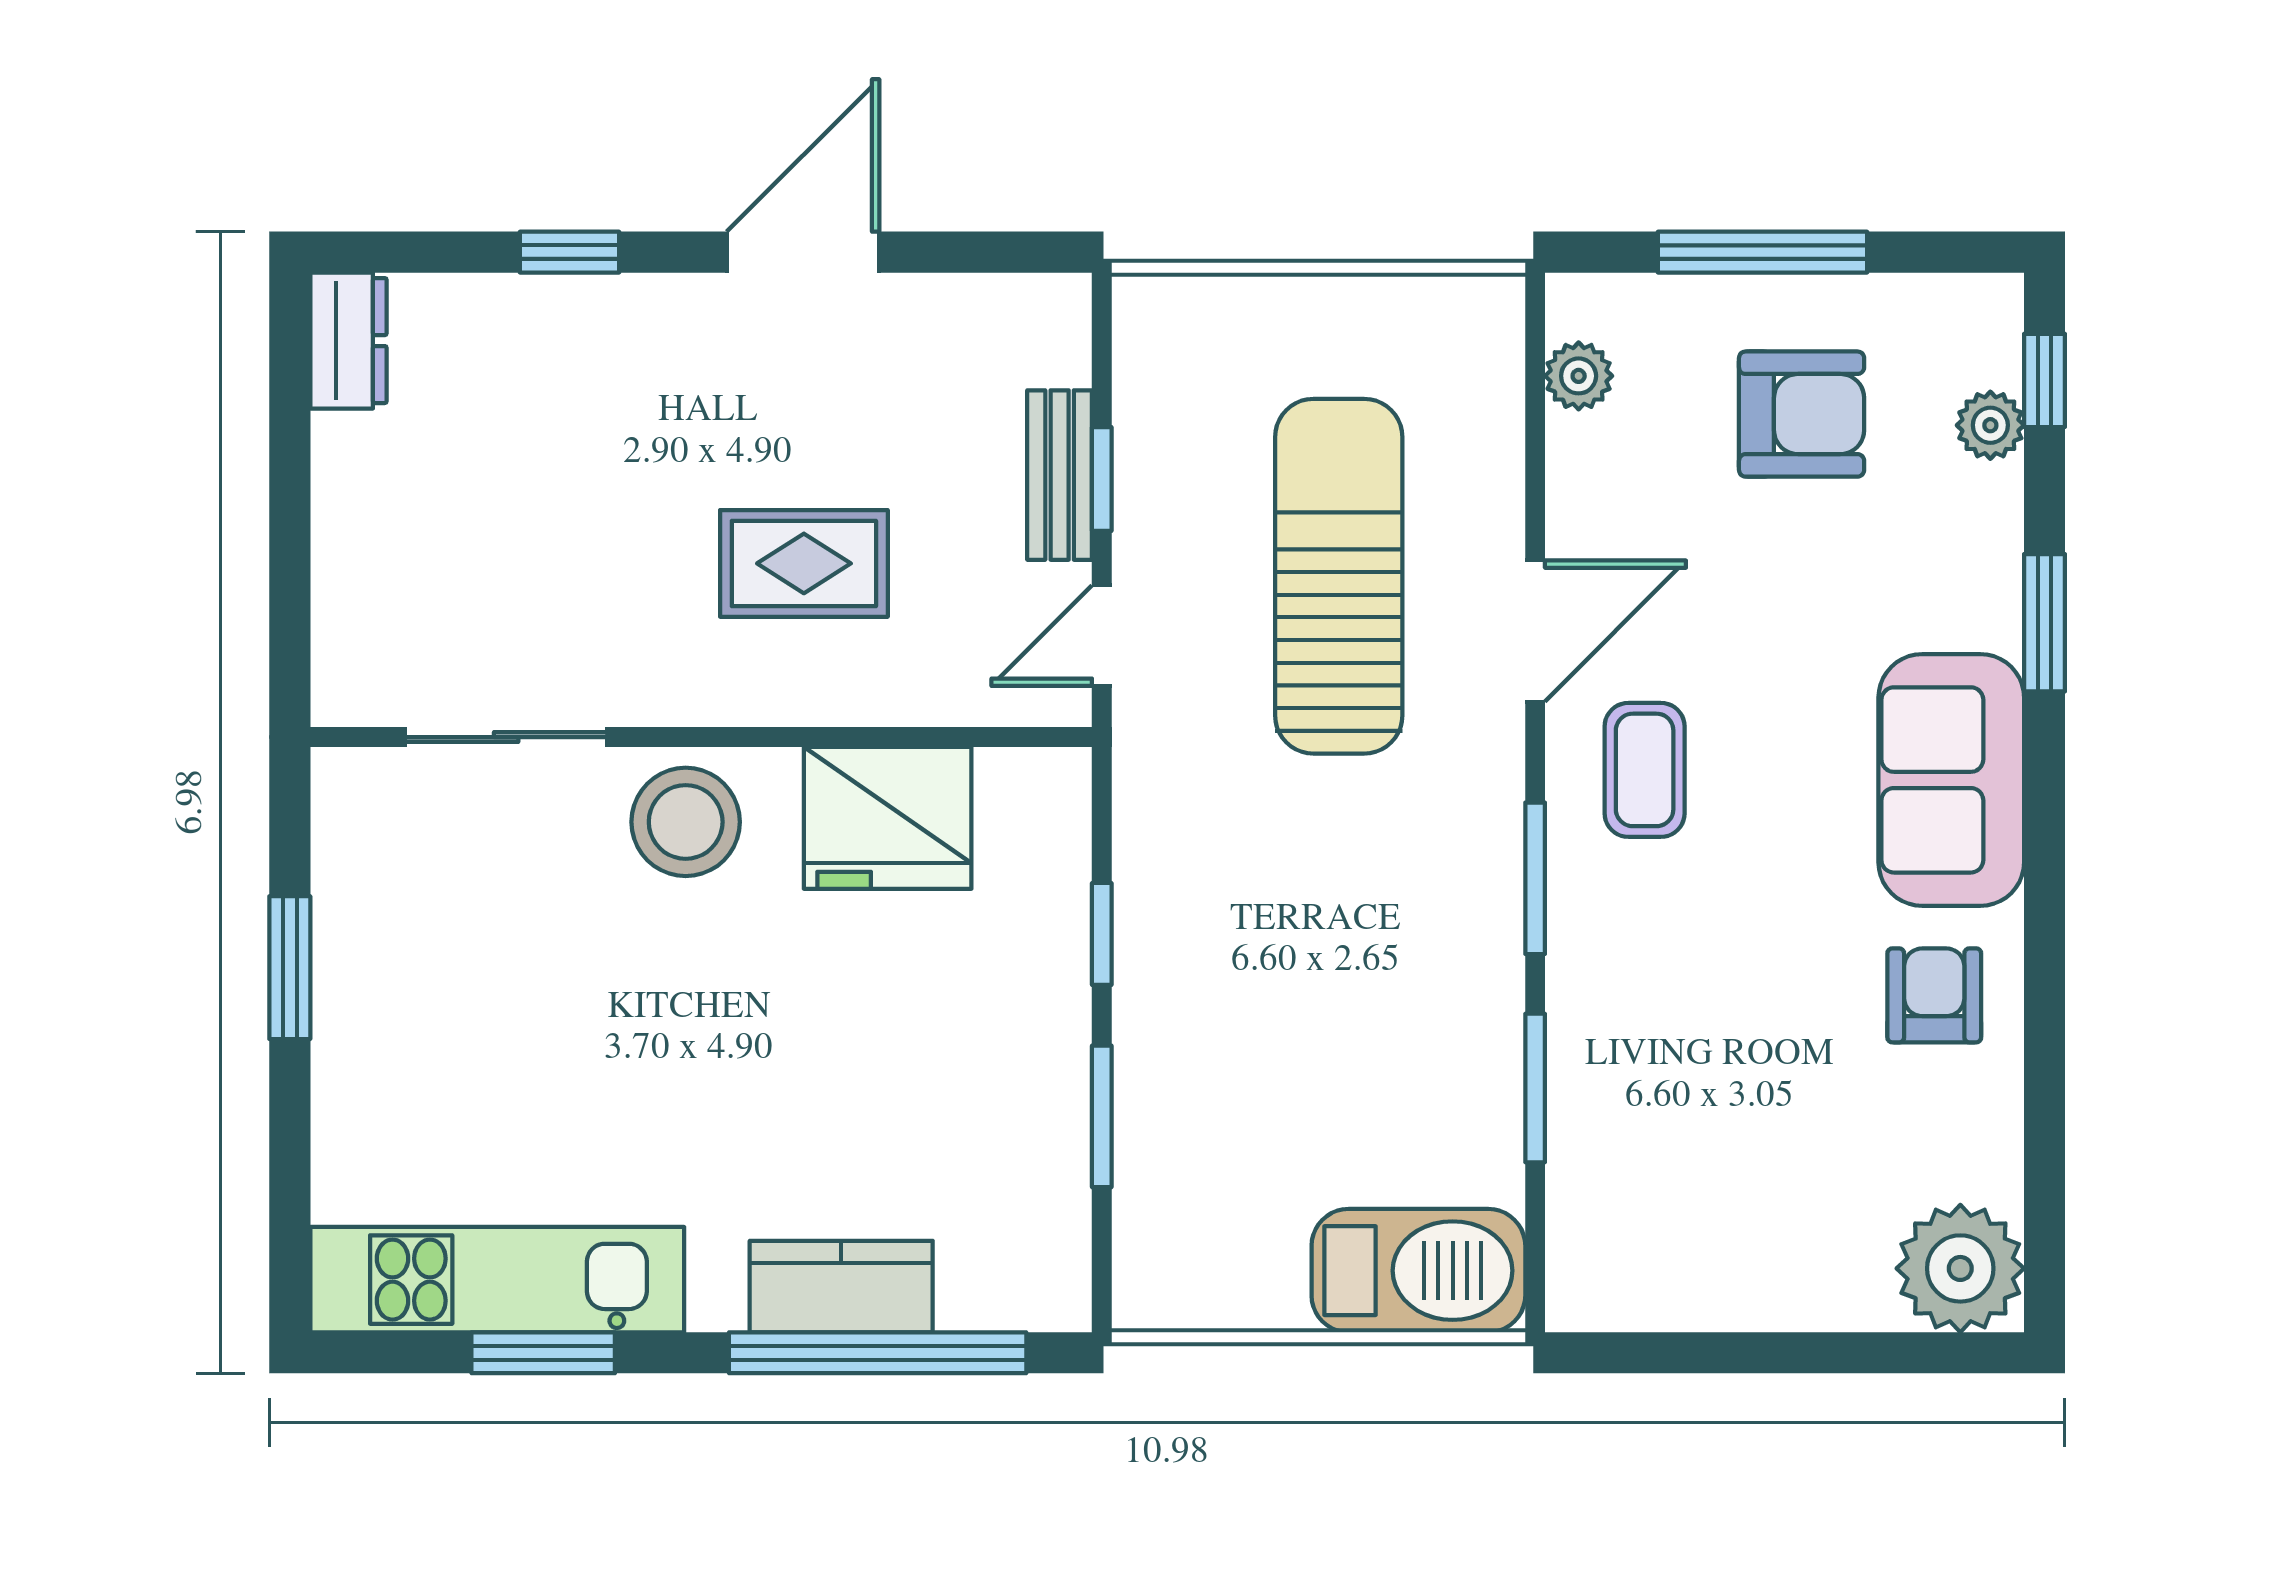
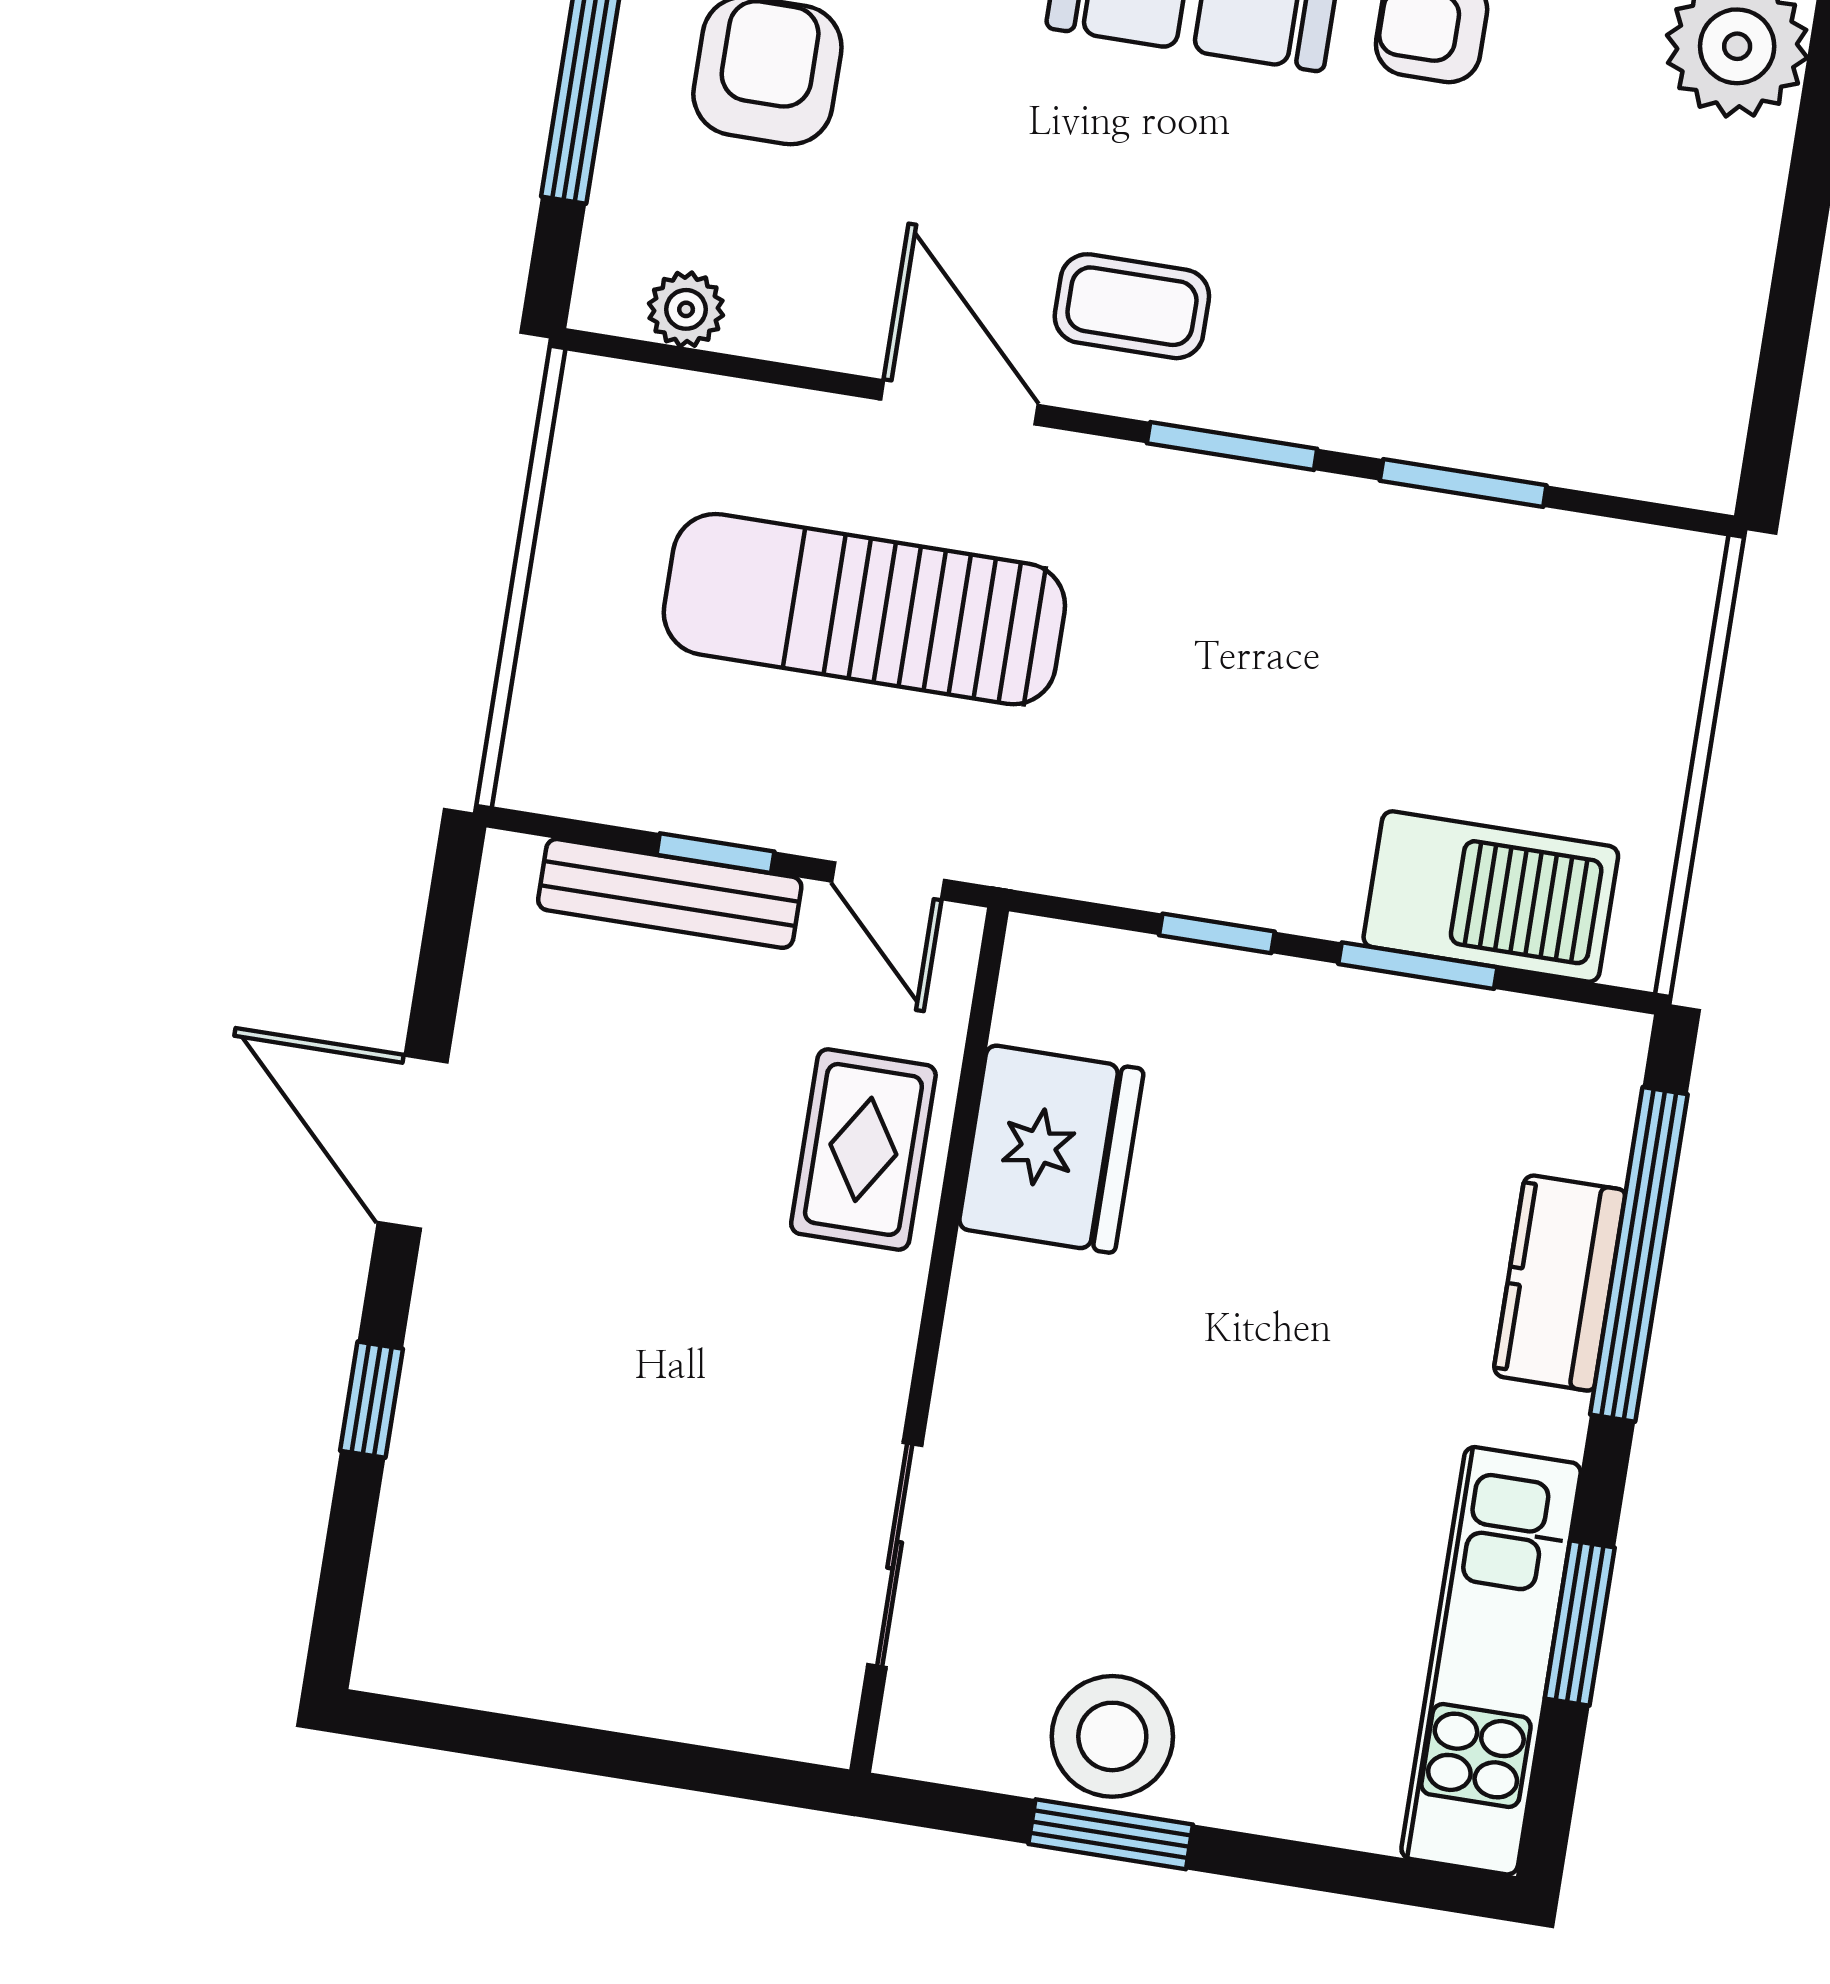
dresser: (348, 341) -> (430, 1659), removed
bench: (1060, 475) -> (670, 893), width x1.36
rug: (804, 563) -> (863, 1149), moved
stool: (686, 822) -> (1112, 1736), moved
barbecue: (1418, 1271) -> (1491, 897), moved, turned 90

